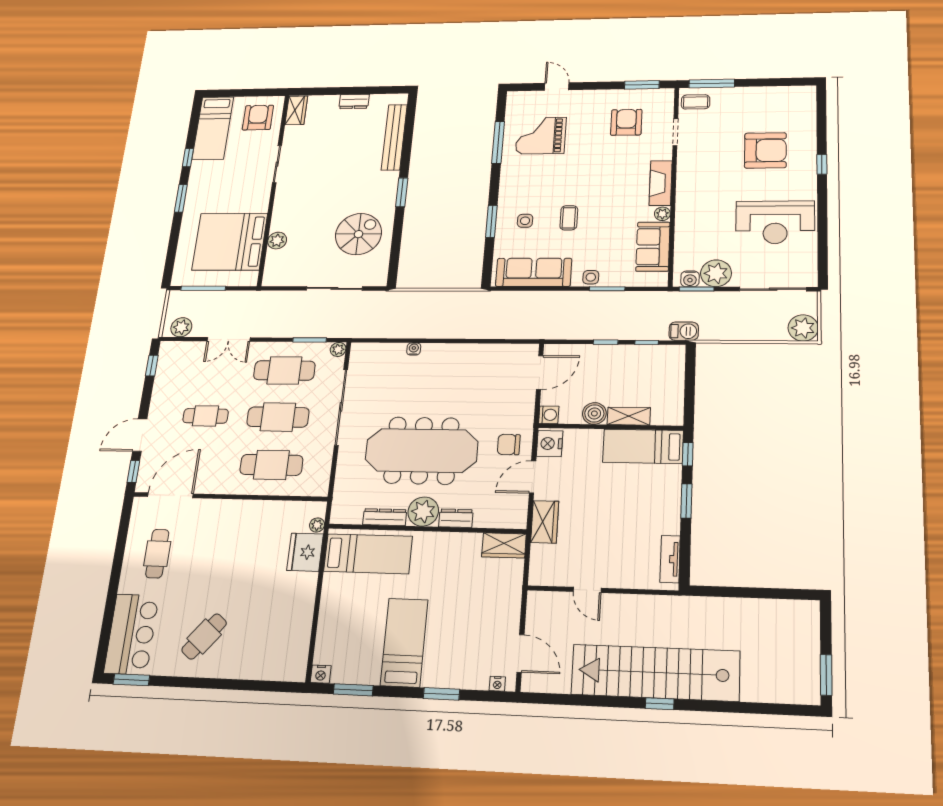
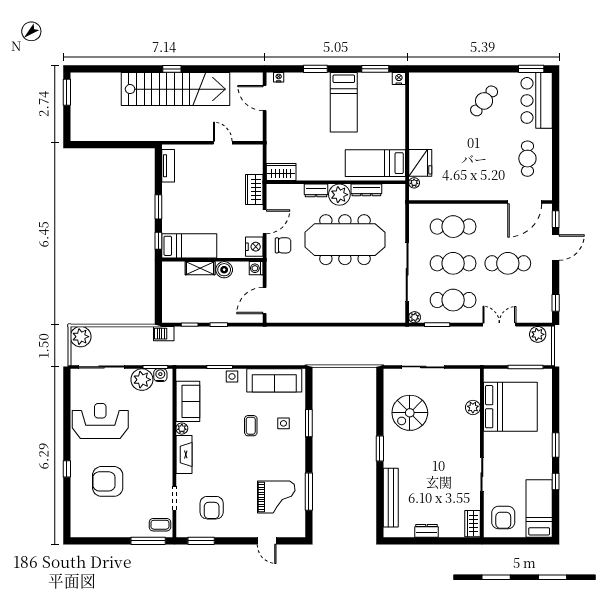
water cooler: (414, 349) -> (358, 318), removed
cafe table: (206, 416) -> (508, 263), width x1.37, depth x1.35

